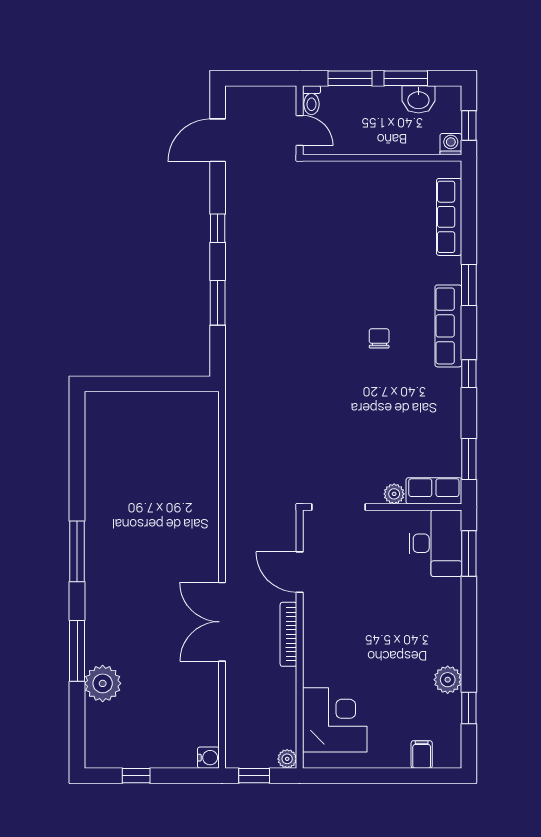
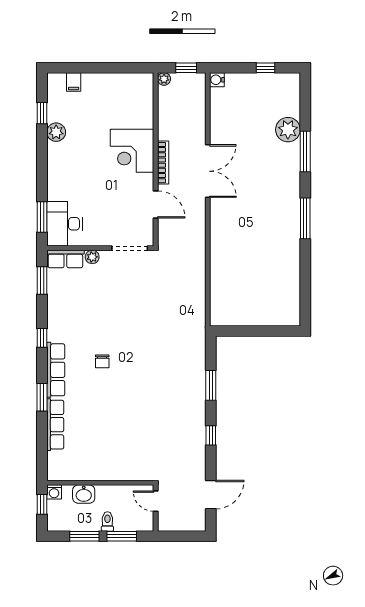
washbasin: (418, 99) -> (84, 494), moved, turned 180
toilet: (312, 100) -> (107, 522), moved
row of seats: (449, 217) -> (55, 425), moved
corner desk: (335, 720) -> (132, 151), moved

